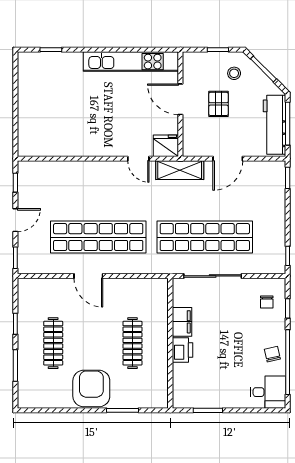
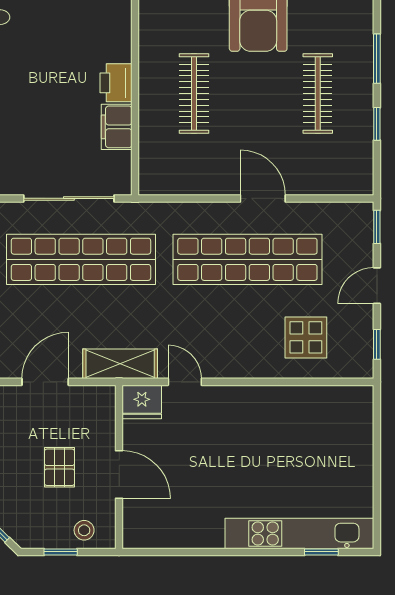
kitchen unit: (131, 62) -> (299, 533), moved
stool: (234, 73) -> (84, 530), moved
display table: (61, 187) -> (306, 337), added

